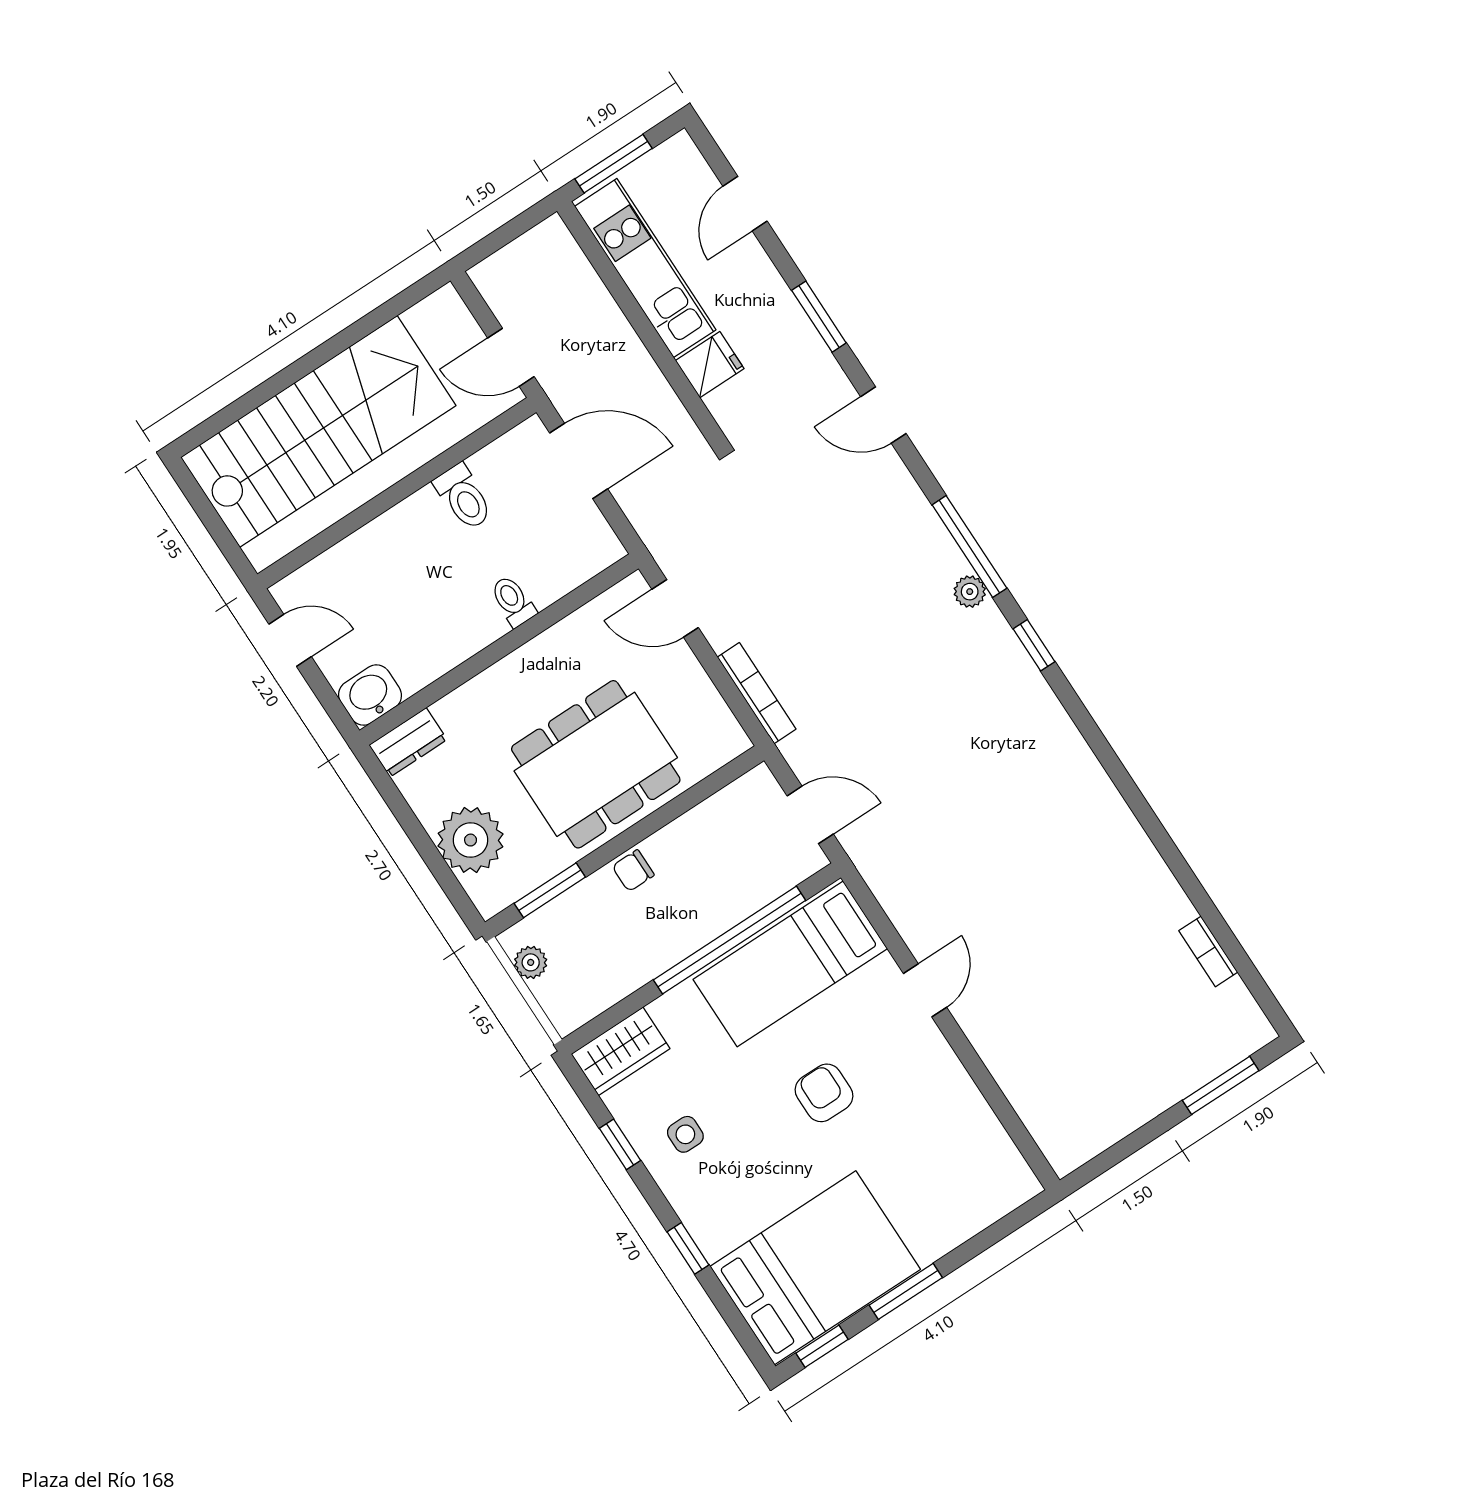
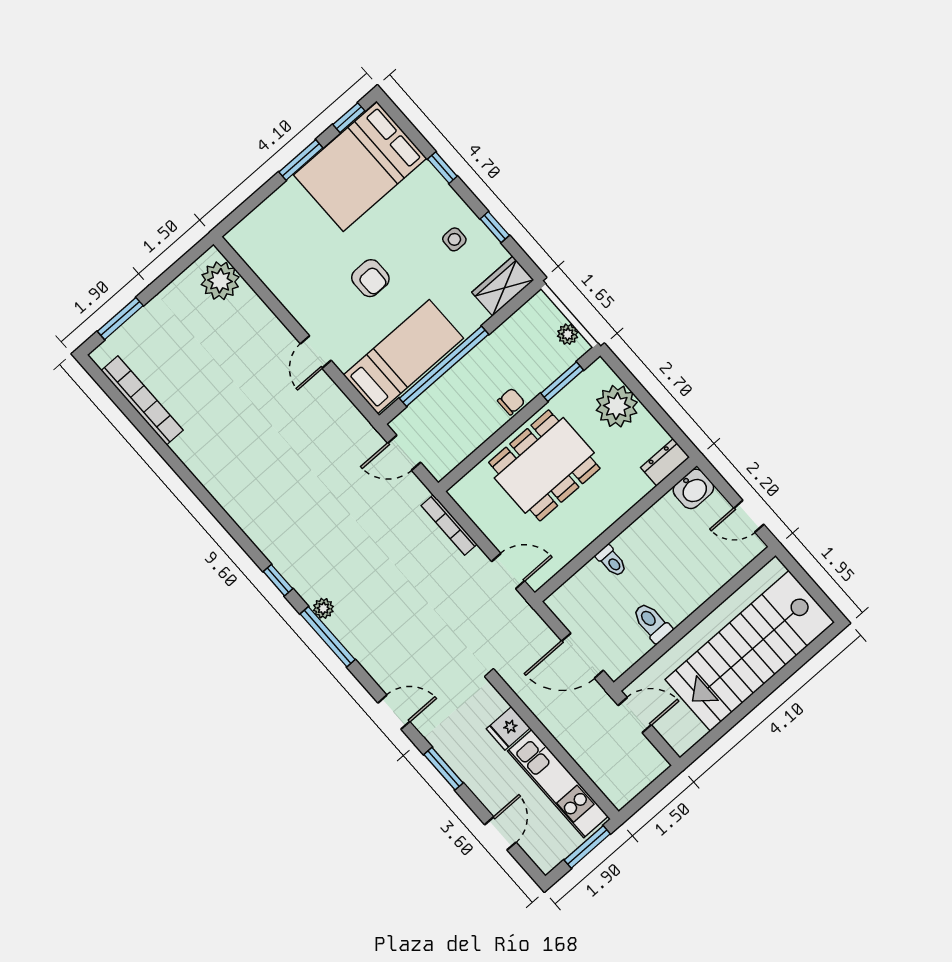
bookcase: (1208, 951) -> (142, 400), width x2.31, depth x1.31
plant: (1058, 1122) -> (220, 281), added

